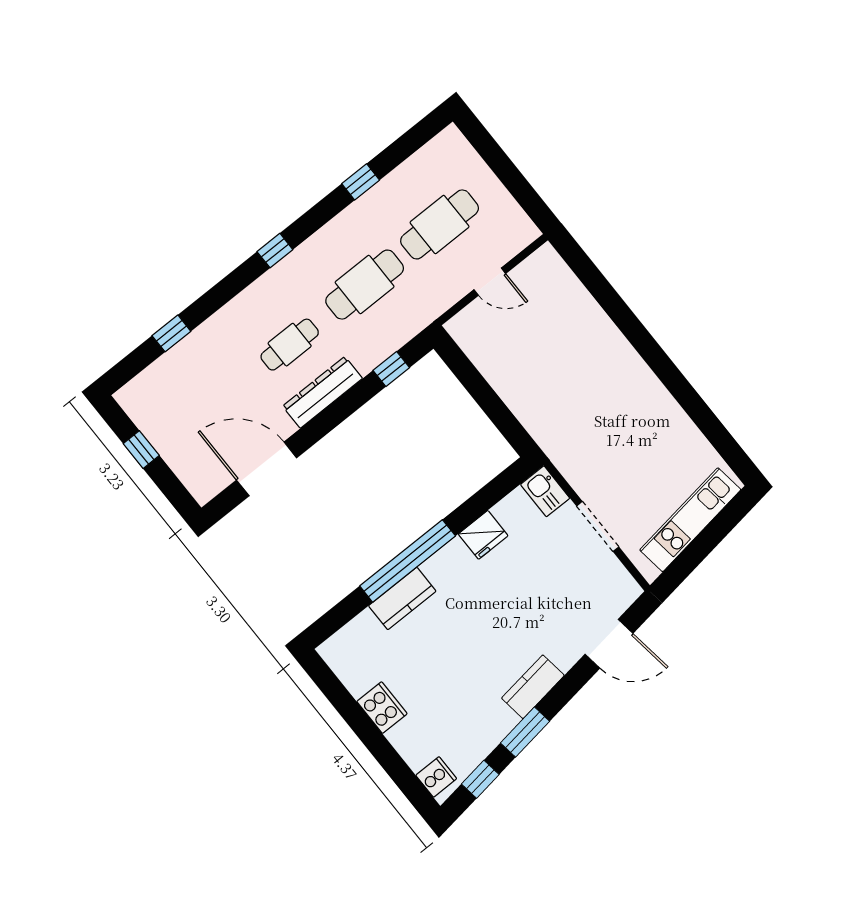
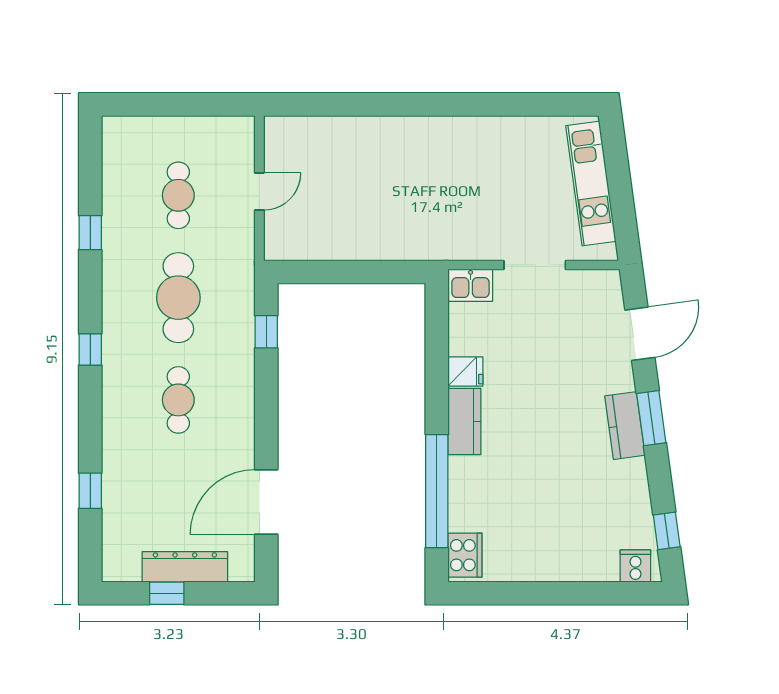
cafe table: (440, 224) -> (178, 195), width x0.73, depth x0.74
dresser: (323, 392) -> (185, 567), moved, turned 90
fridge: (483, 535) -> (465, 371), width x0.72
window: (408, 561) -> (437, 491), moved
kitchen counter: (402, 598) -> (464, 422), moved
cooker: (382, 708) -> (465, 555), moved, turned 90
window: (525, 732) -> (651, 418), moved

